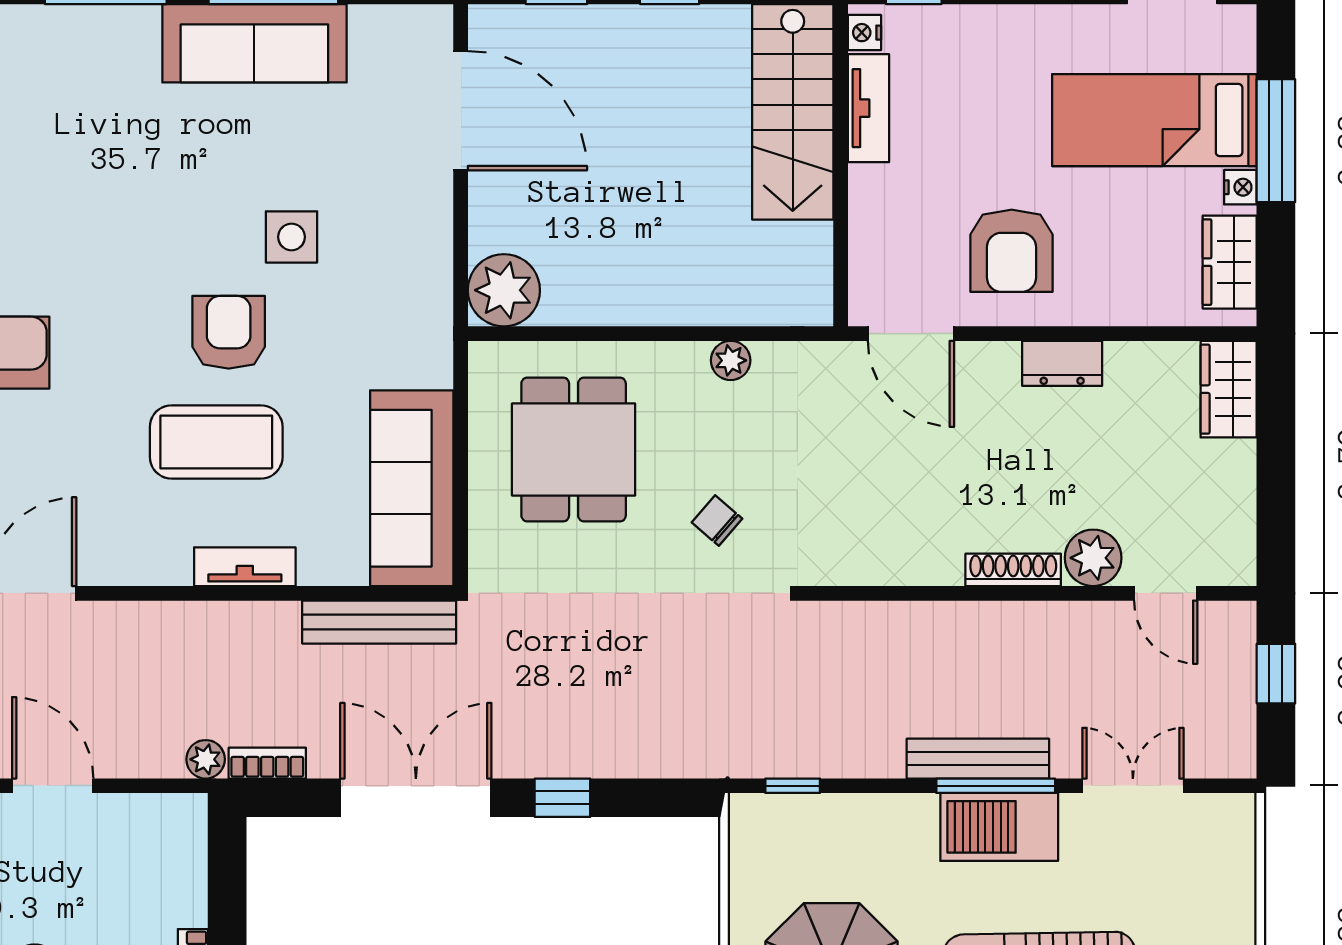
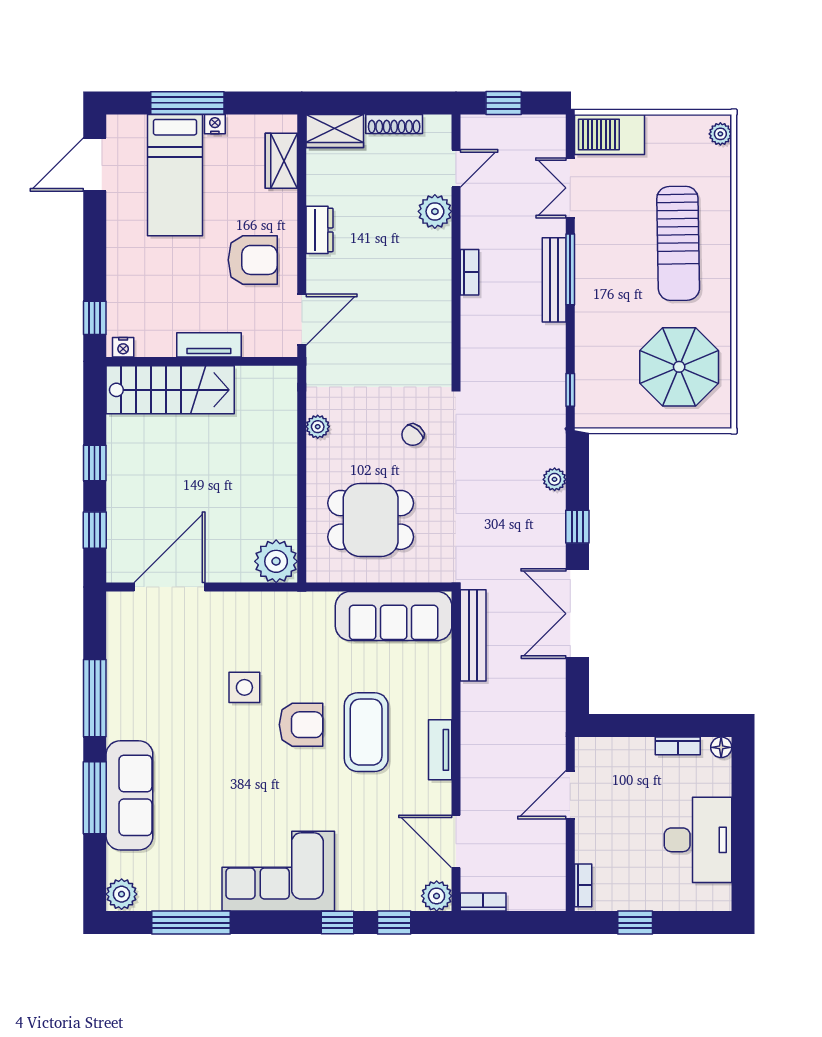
sofa: (254, 43) -> (129, 795), moved
tv unit: (868, 108) -> (209, 345), moved
wardrobe: (1230, 262) -> (281, 161), moved, turned 90
armchair: (229, 332) -> (301, 725), turned 180
tv unit: (245, 567) -> (440, 750), moved
shoe rack: (1013, 570) -> (394, 124), moved, turned -90
plant: (206, 759) -> (555, 479), moved
bookcase: (267, 763) -> (469, 272), moved, turned 180
door: (53, 786) -> (570, 795), moved
barbecue: (999, 827) -> (609, 135), moved, turned 90

